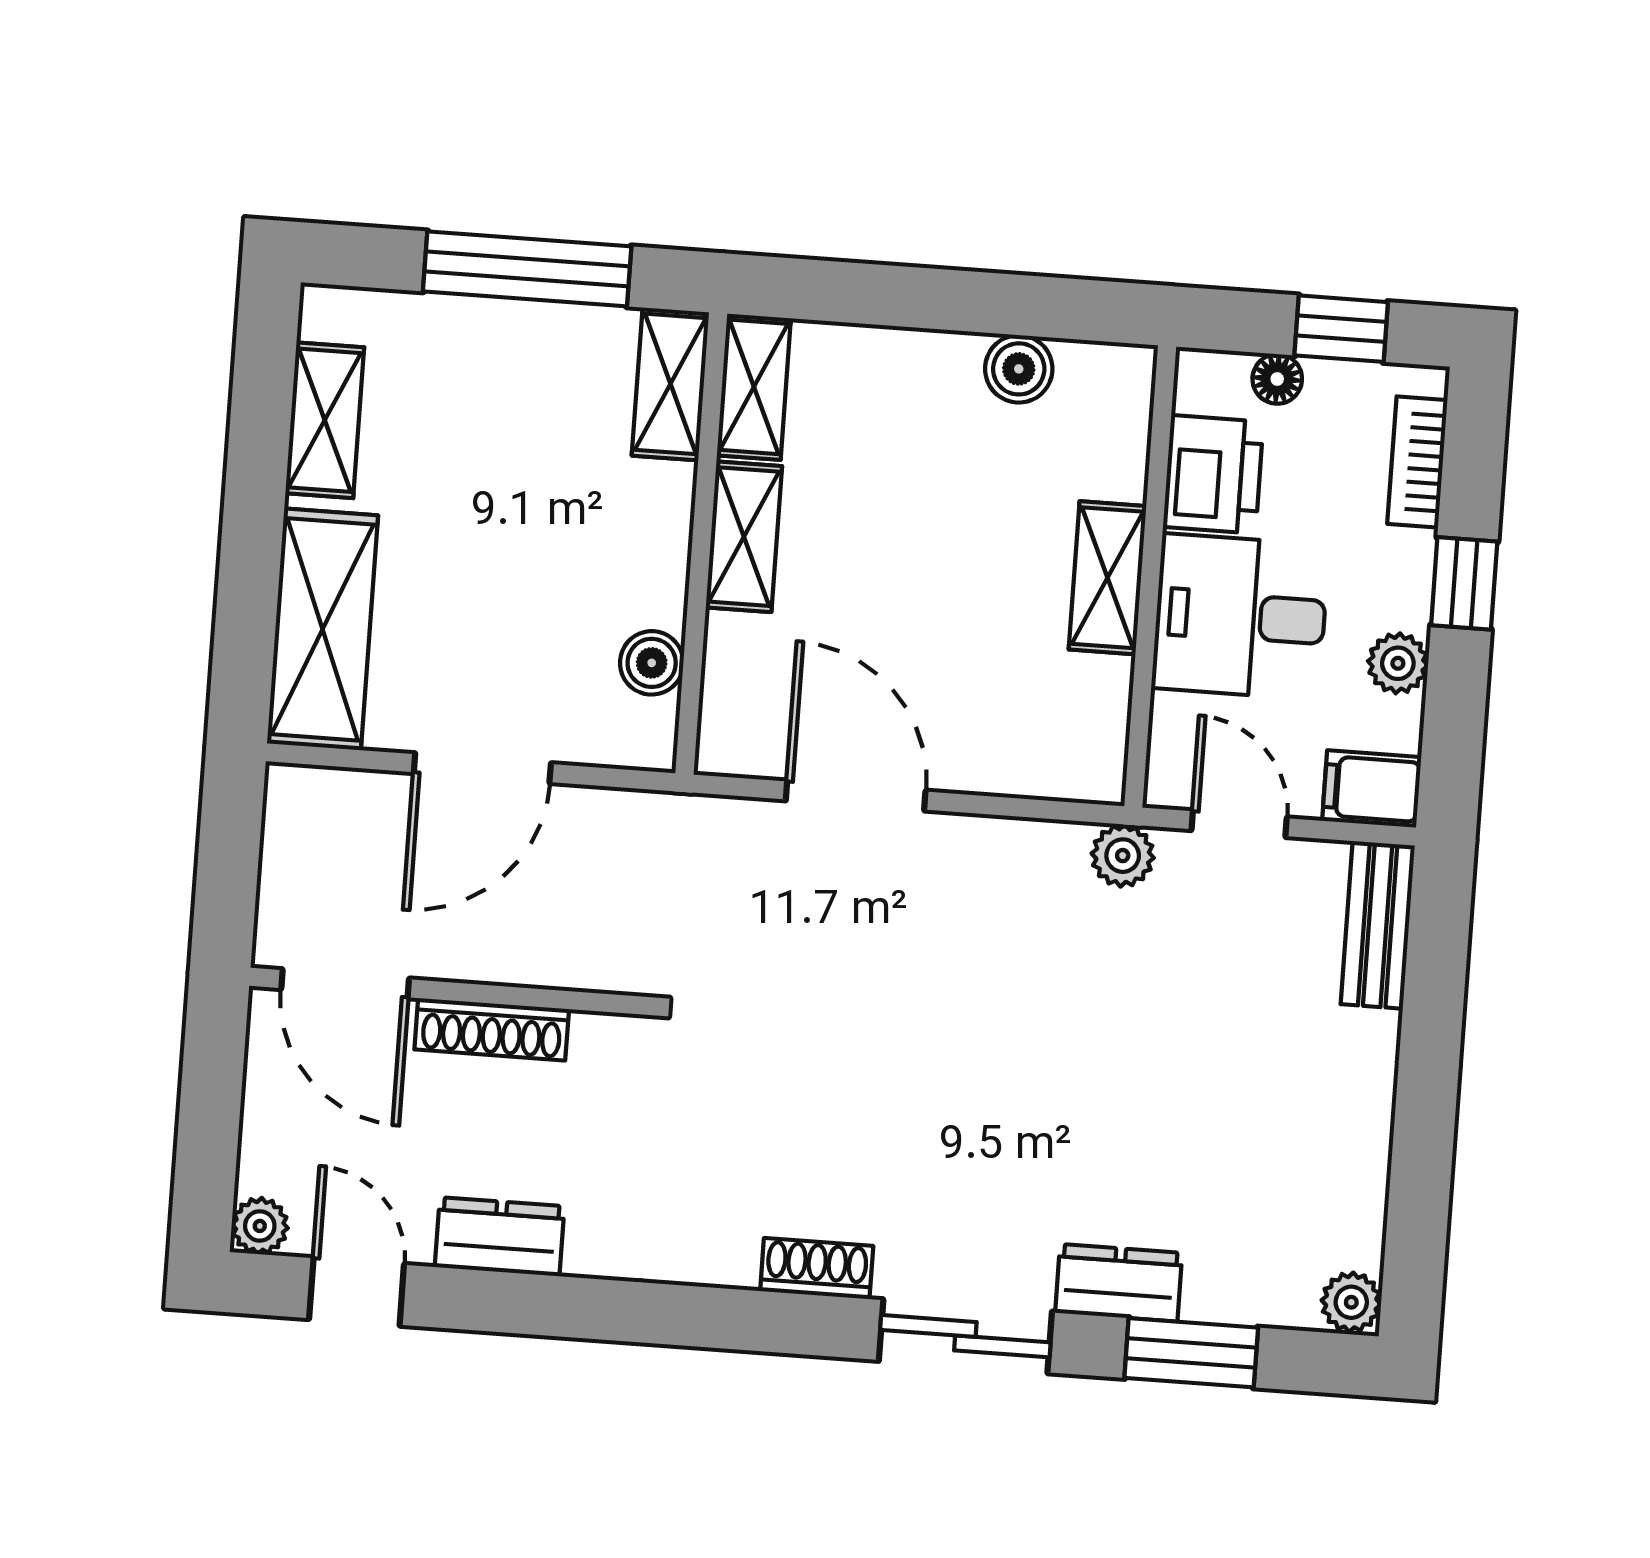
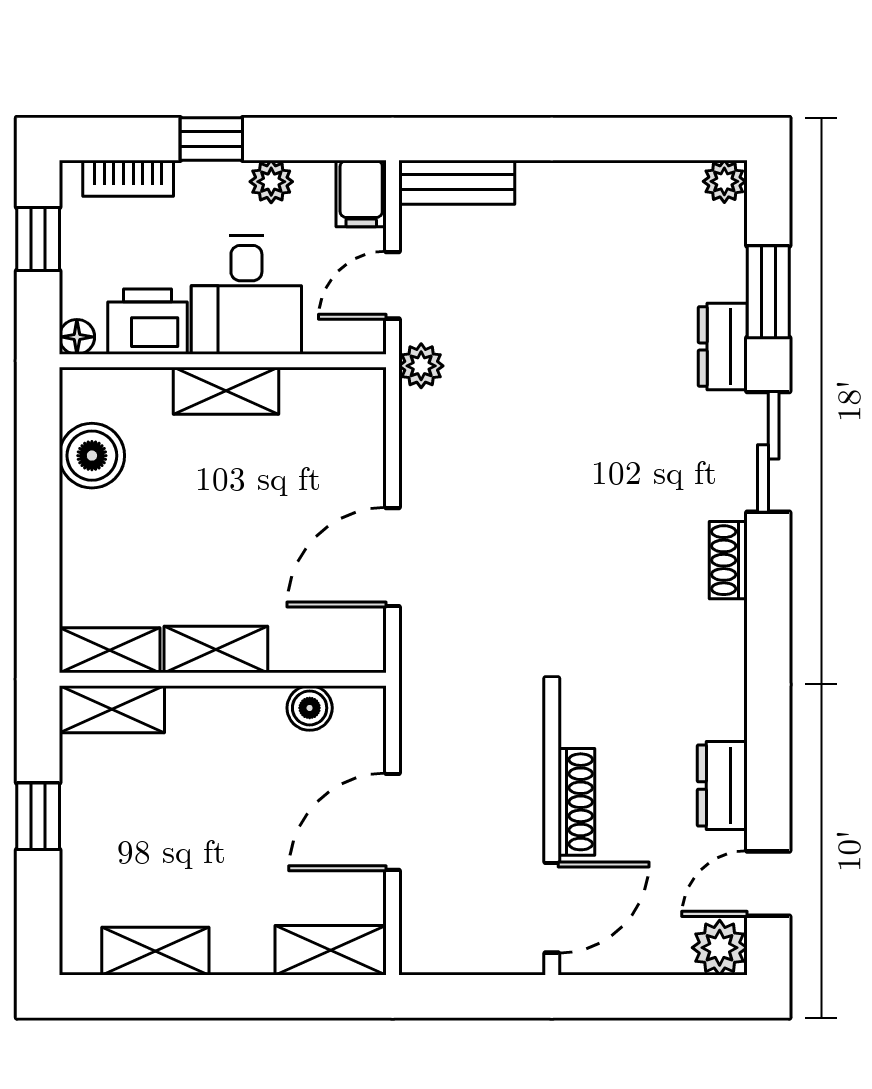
window: (527, 269) -> (38, 816), width x0.46
boiler: (1019, 369) -> (92, 456), width x1.36, depth x1.36
floor lamp: (1277, 379) -> (77, 337), moved
shelving: (322, 629) -> (331, 950), width x0.67, depth x0.75
door: (482, 768) -> (393, 822), swing flipped
plant: (260, 1226) -> (720, 948), width x1.38, depth x1.38

